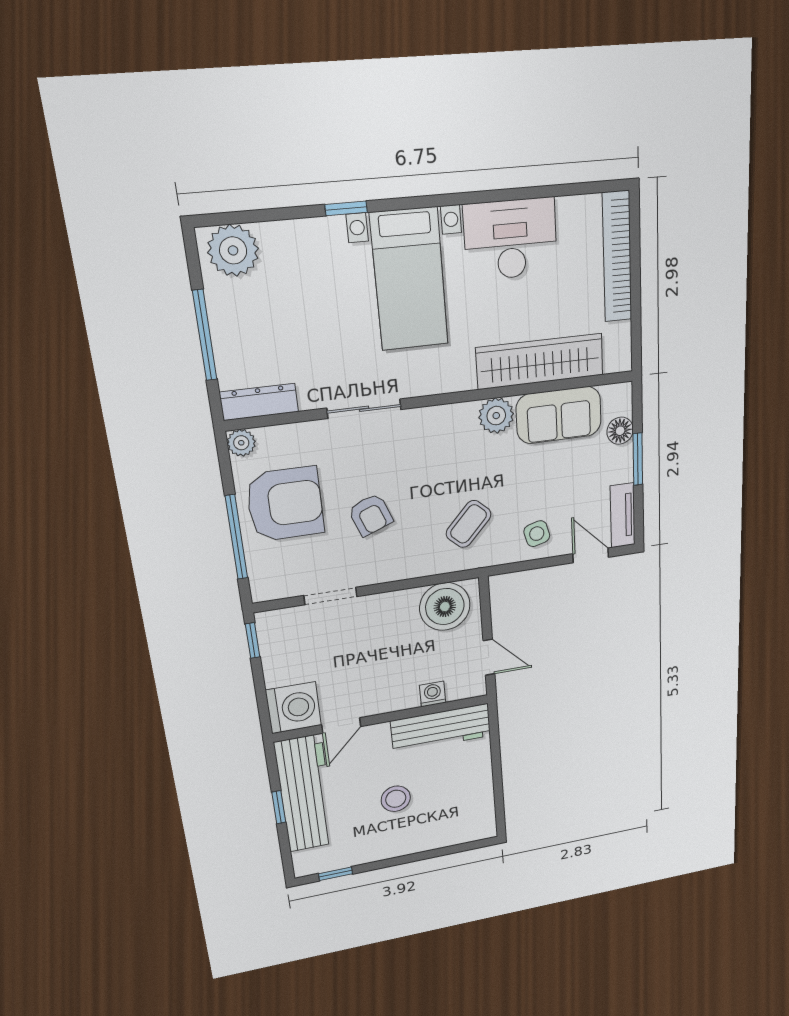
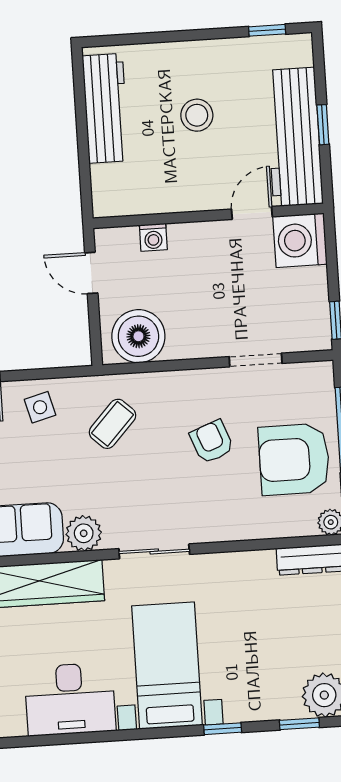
window: (259, 216) -> (299, 724), added
sliding door: (364, 409) -> (154, 551), moved
workbench: (441, 728) -> (106, 108), moved, turned 90

